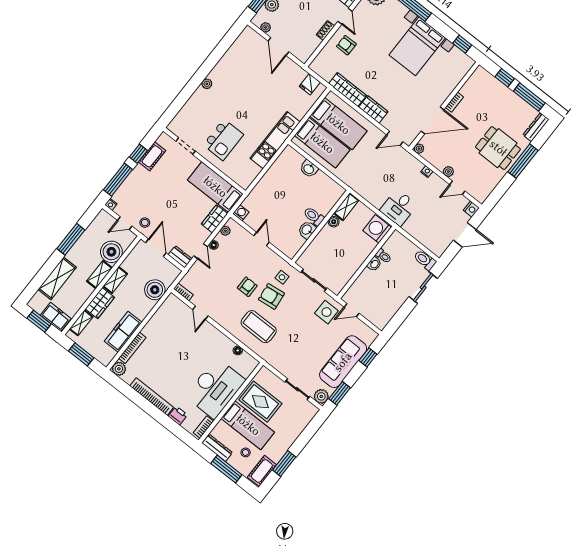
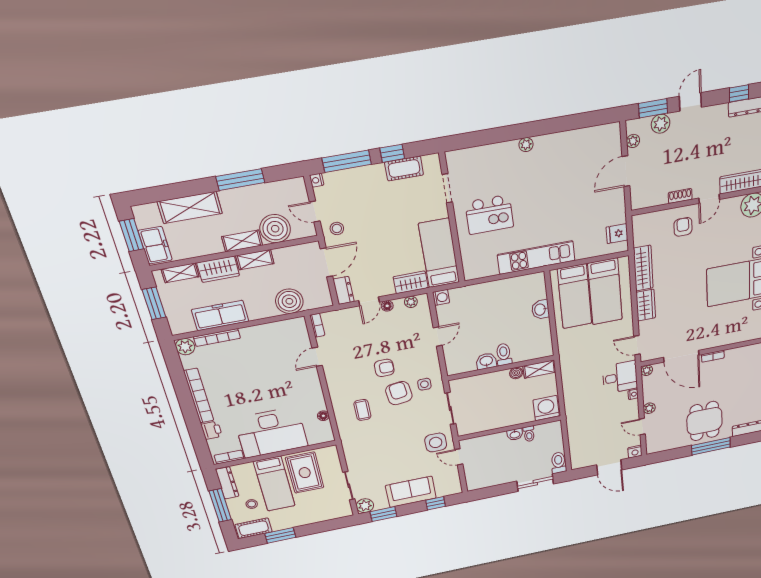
desk: (399, 208) -> (620, 377), moved, turned 180
coffee table: (259, 327) -> (362, 410), width x0.54, depth x0.58
sofa: (343, 362) -> (411, 492), width x0.73

